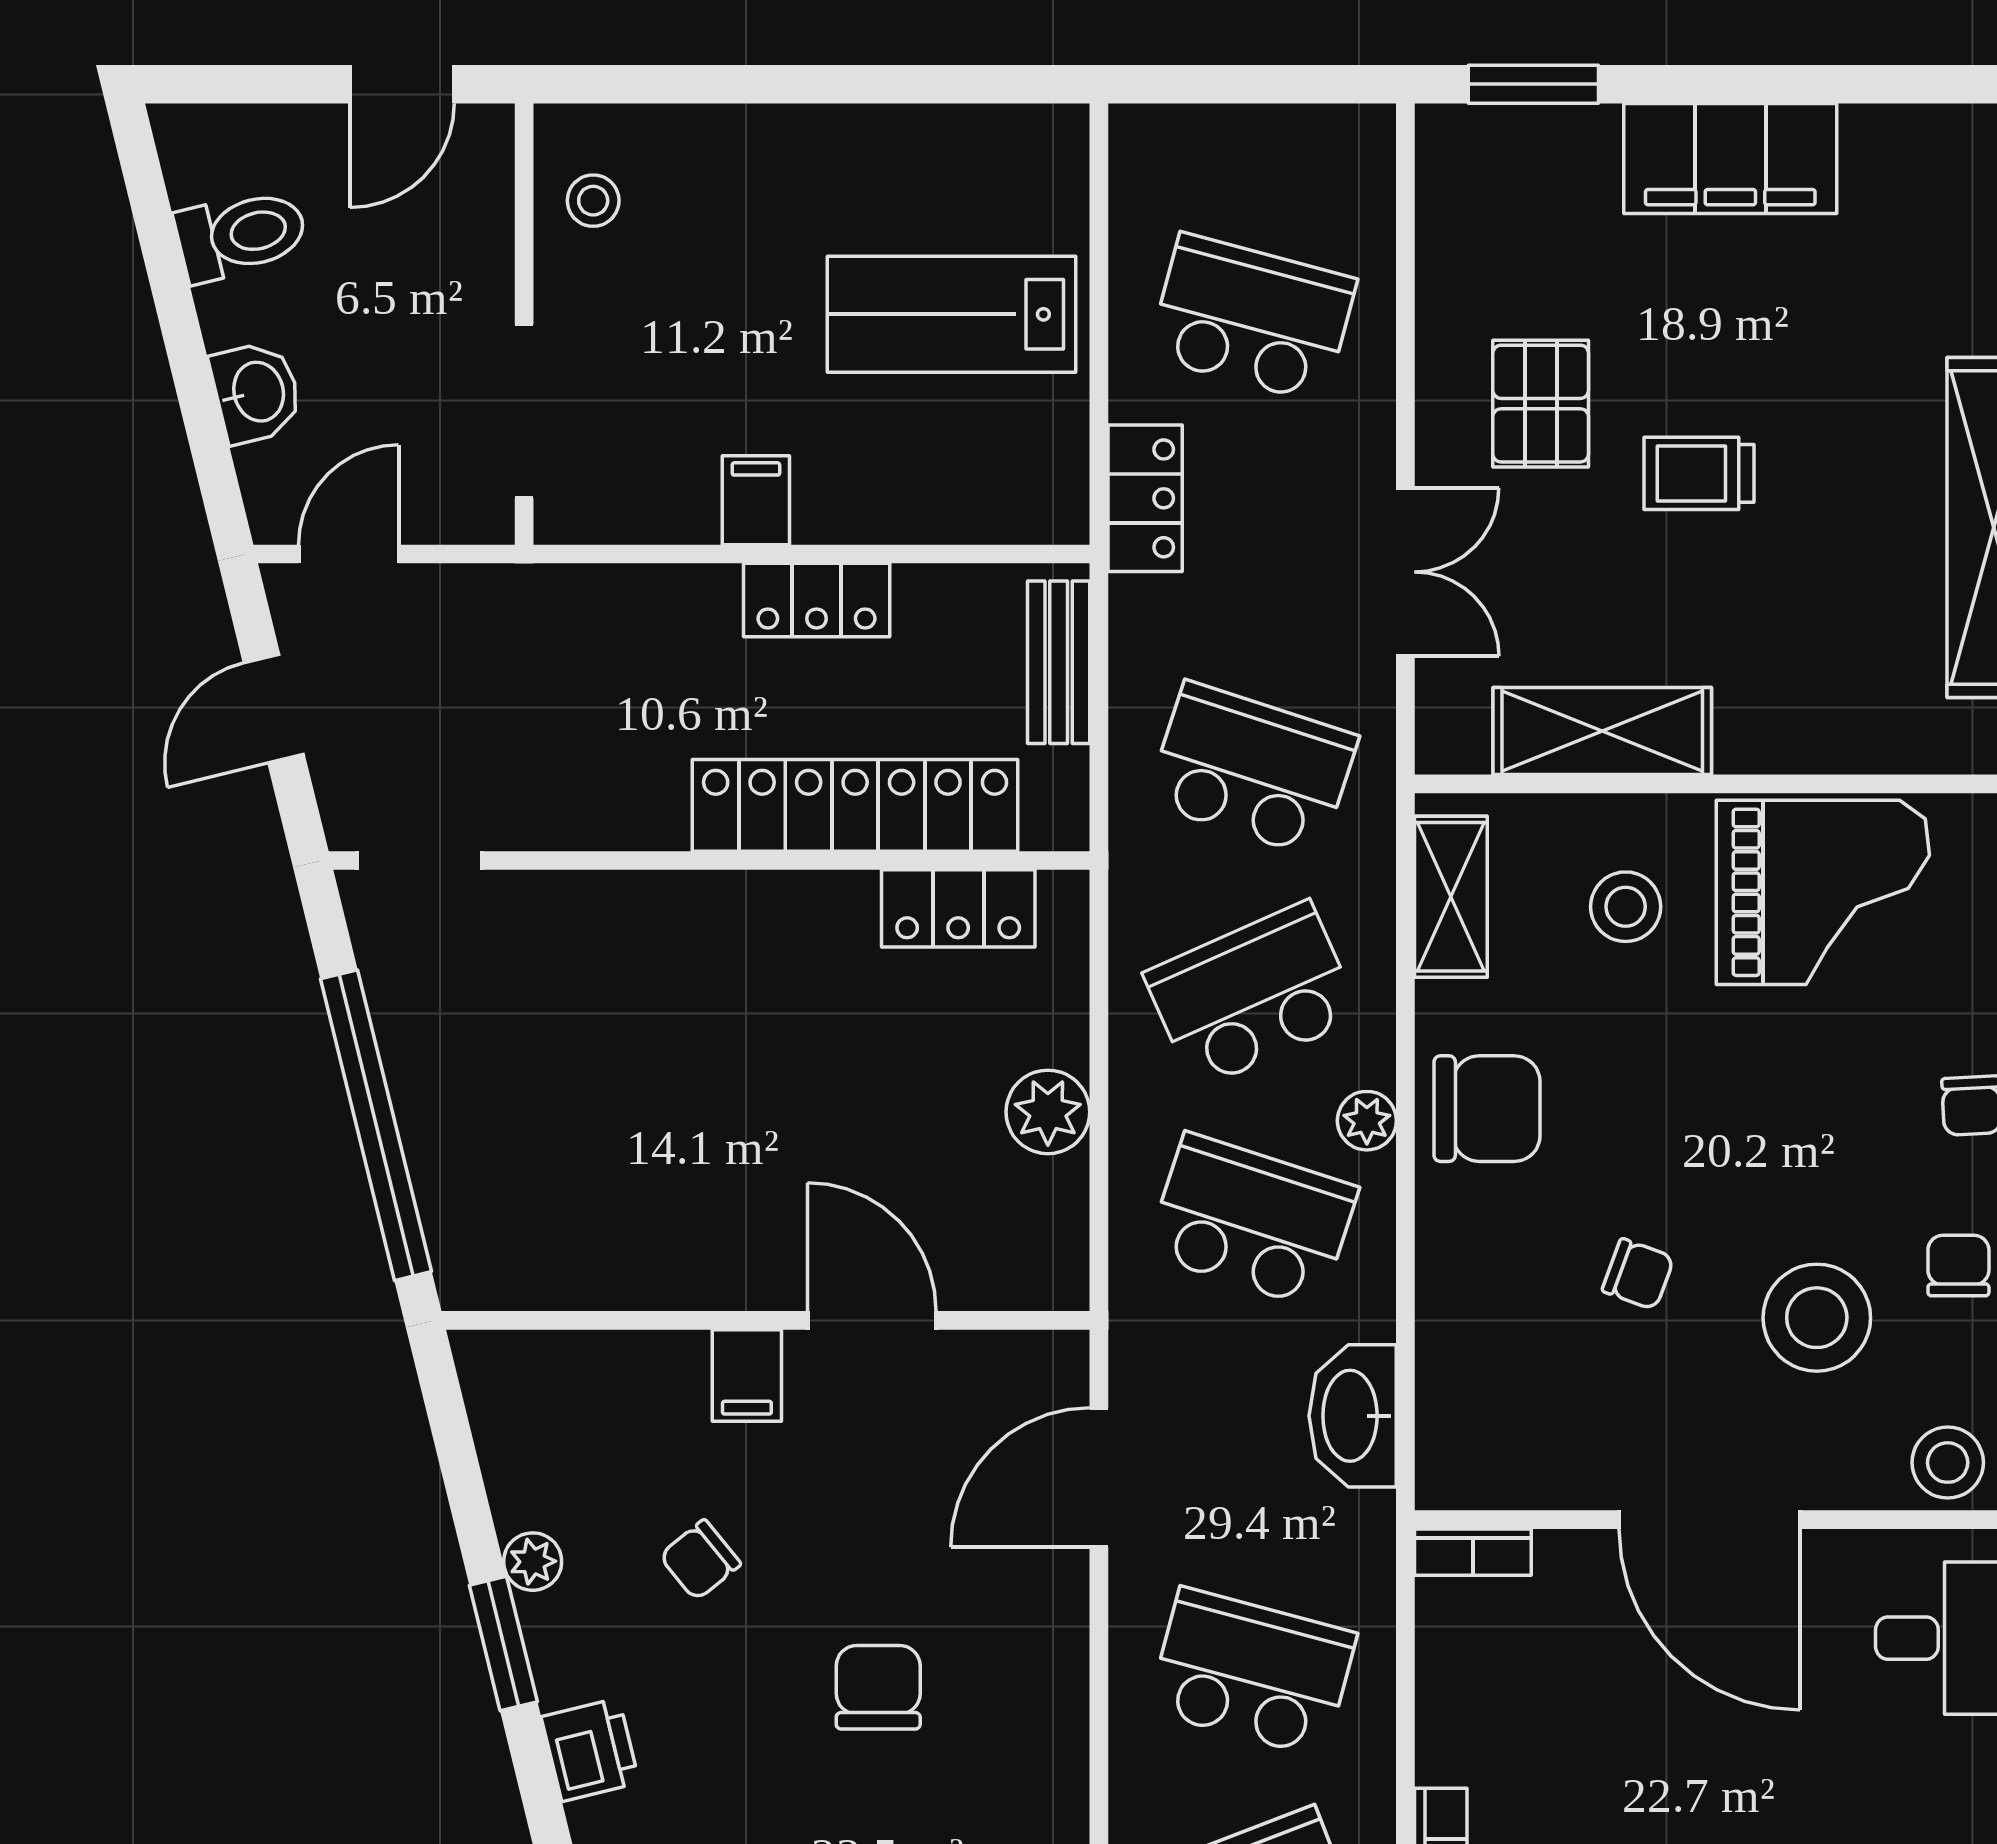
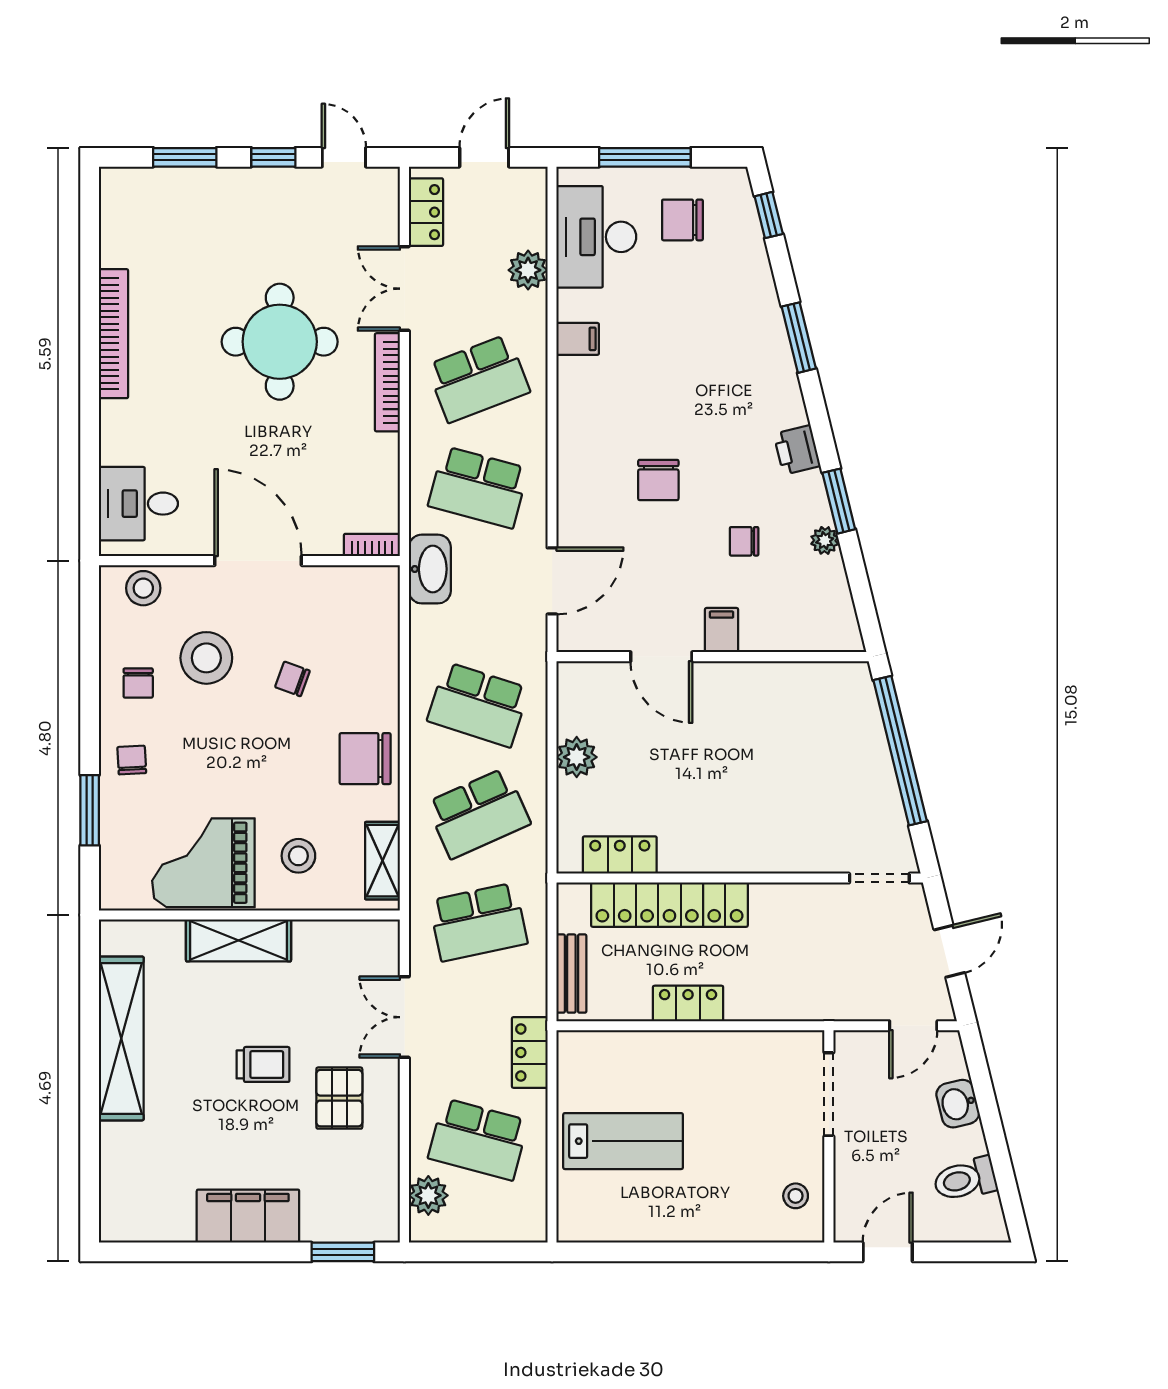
filing cabinet: (756, 500) -> (717, 1052), removed
shelving: (1602, 731) -> (239, 940), moved
school desk: (1252, 769) -> (478, 922), turned -30
plant: (1367, 1121) -> (428, 1195), moved, width x1.38, depth x1.38
washbasin: (1353, 1416) -> (430, 569), moved
chair: (700, 1560) -> (744, 541), turned -141

